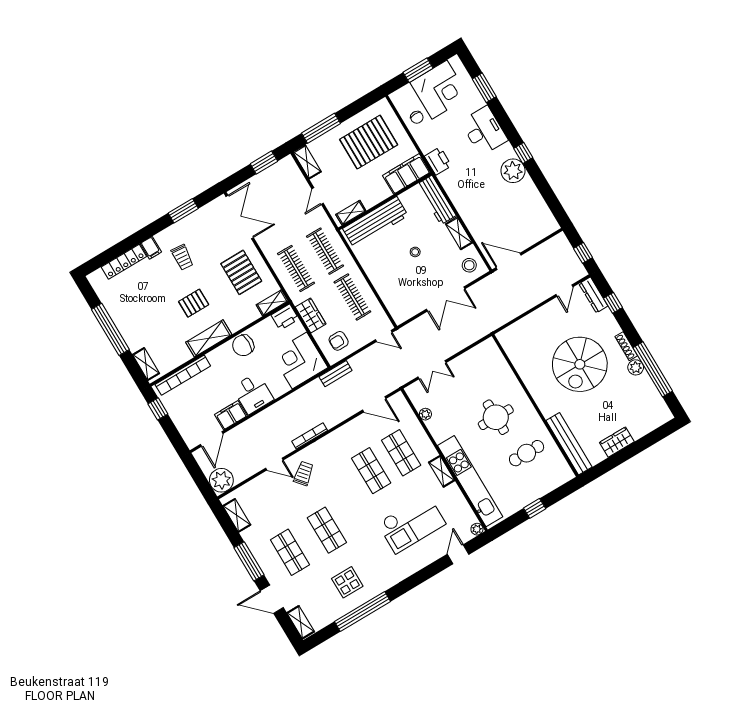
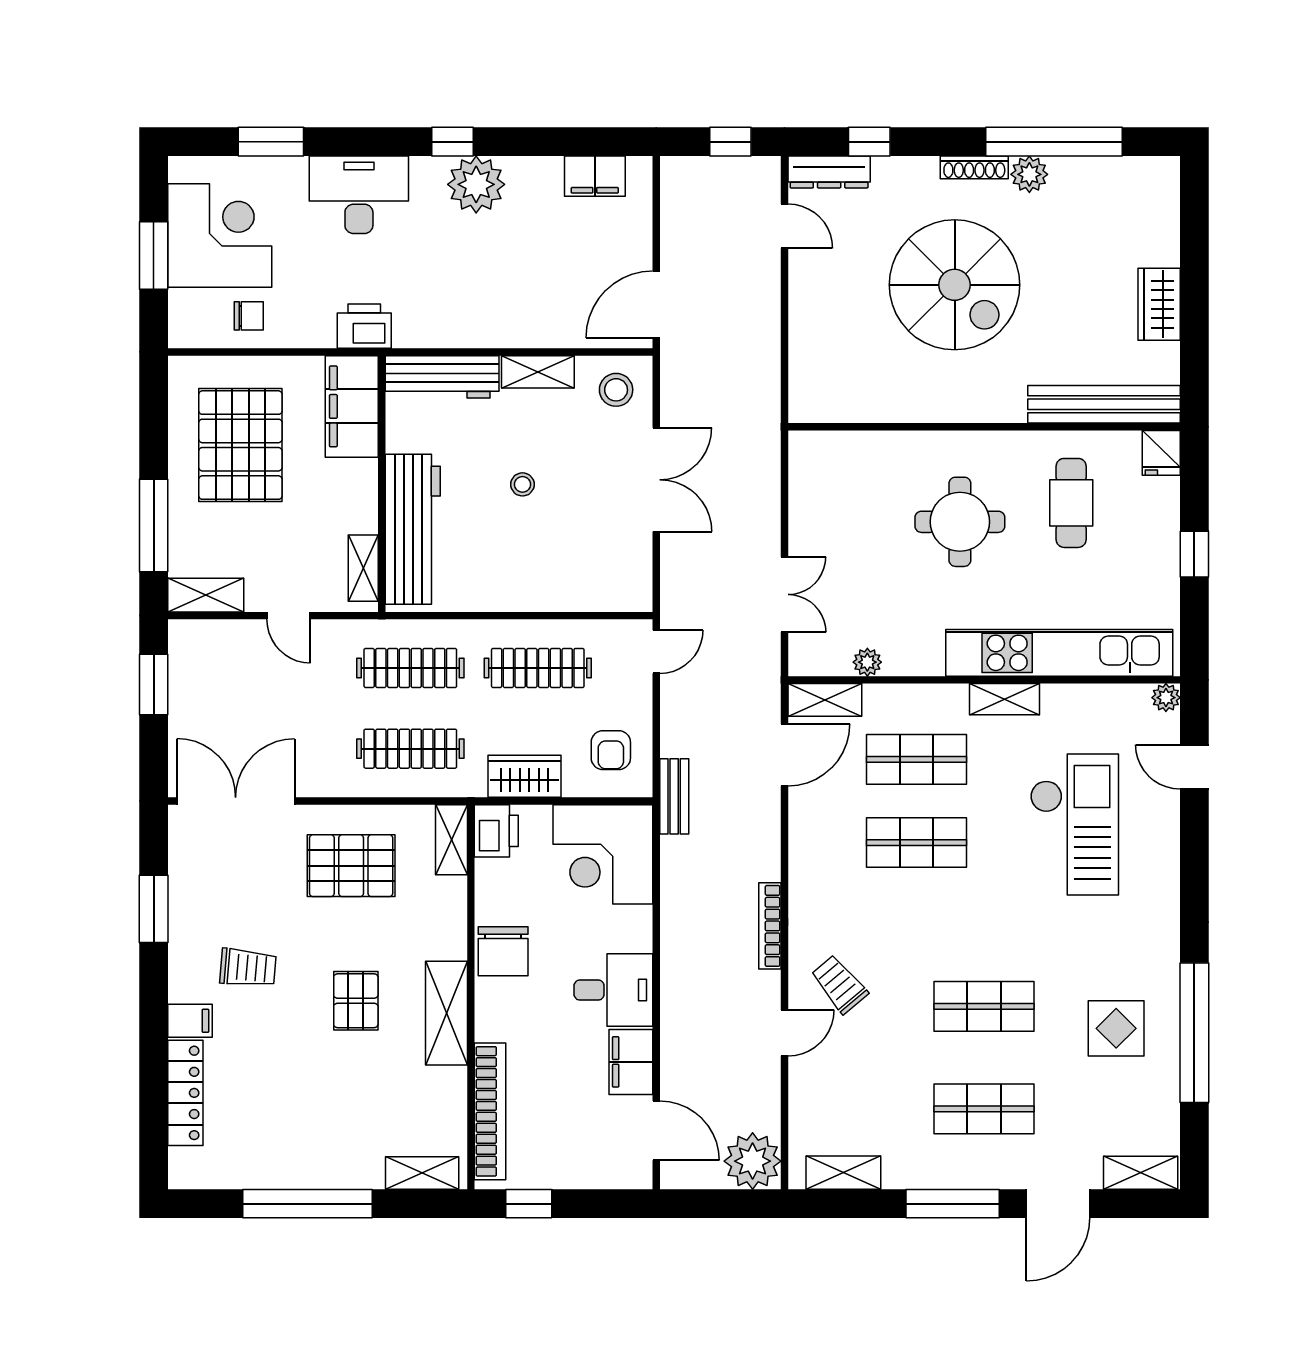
filing cabinet: (542, 212) -> (595, 176), added
shelving: (403, 407) -> (825, 700), added
fridge: (564, 475) -> (1161, 453), added

